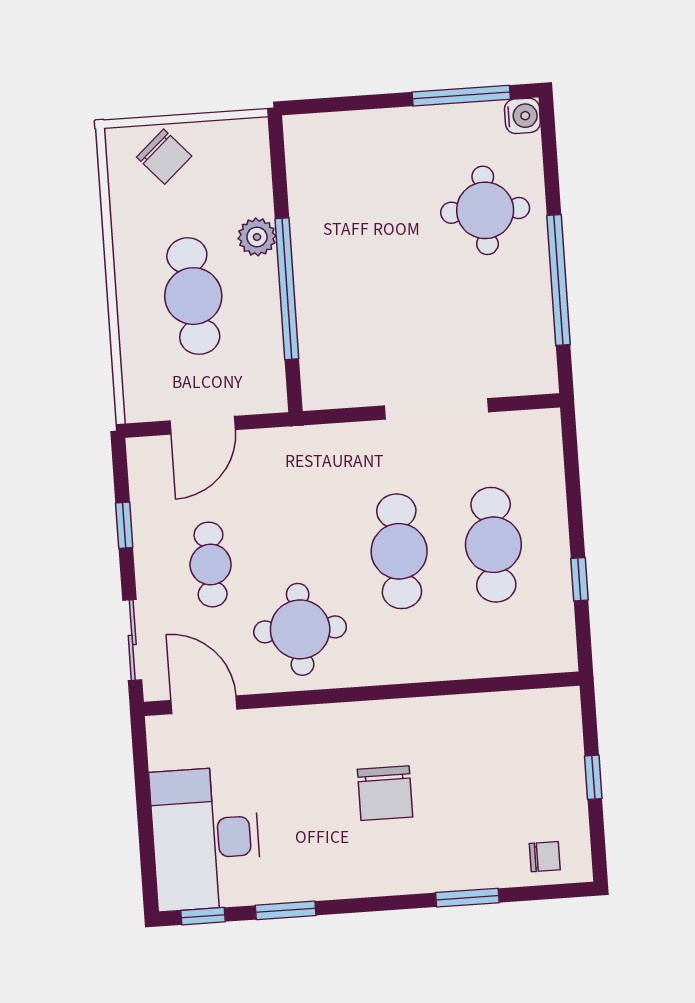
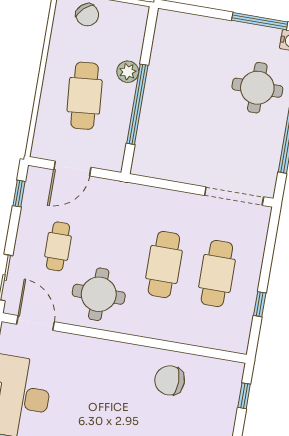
doorway: (436, 409) -> (234, 196), moved
window: (124, 525) -> (19, 194), moved
window: (593, 777) -> (244, 396), moved
chair: (385, 793) -> (170, 380), moved, turned 90

